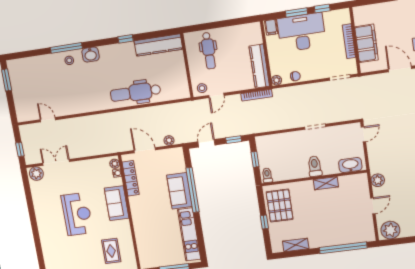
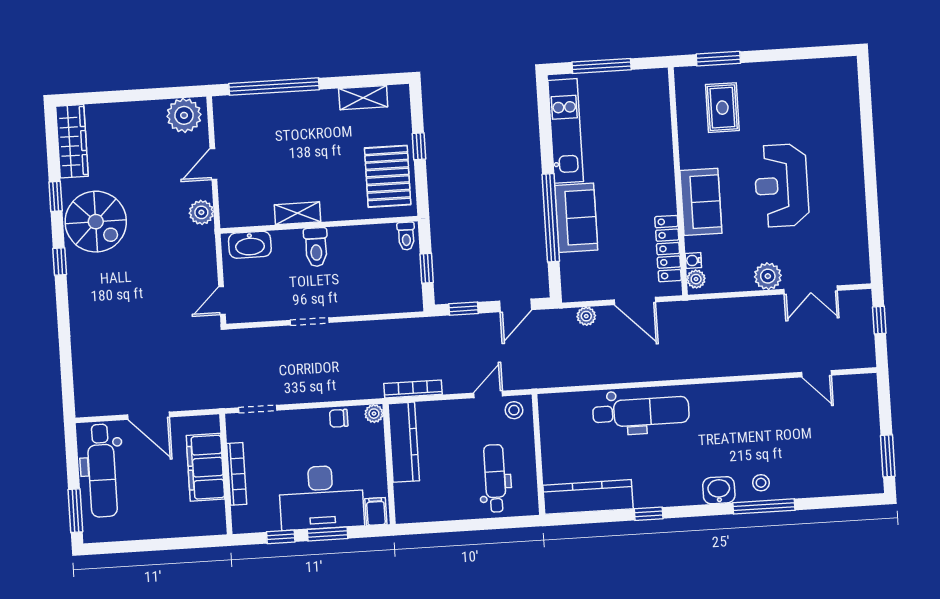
plant: (36, 174) -> (768, 276), moved

